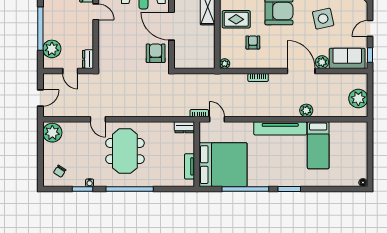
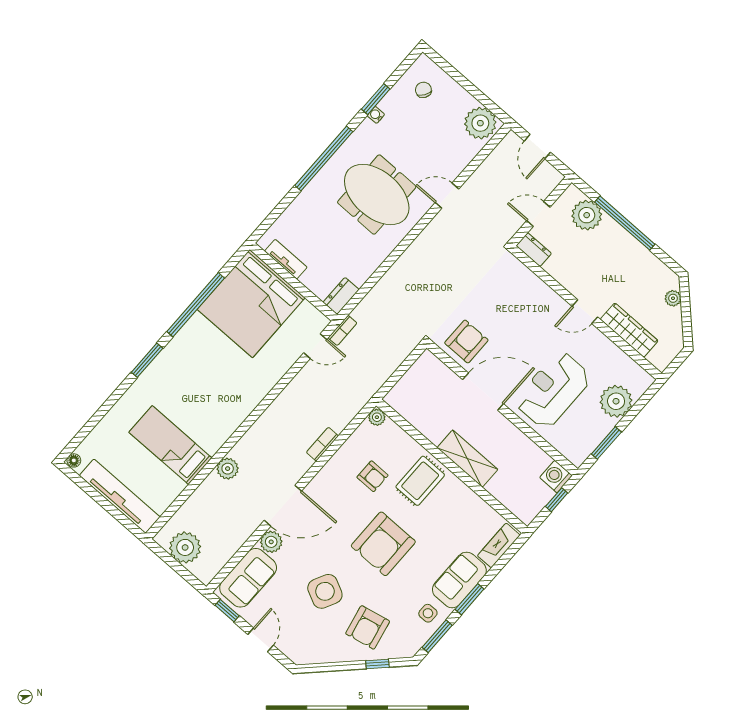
side table: (323, 19) -> (325, 591), turned 38
armchair: (156, 53) -> (466, 342), turned -90
tv unit: (280, 128) -> (120, 496), moved, turned 90

